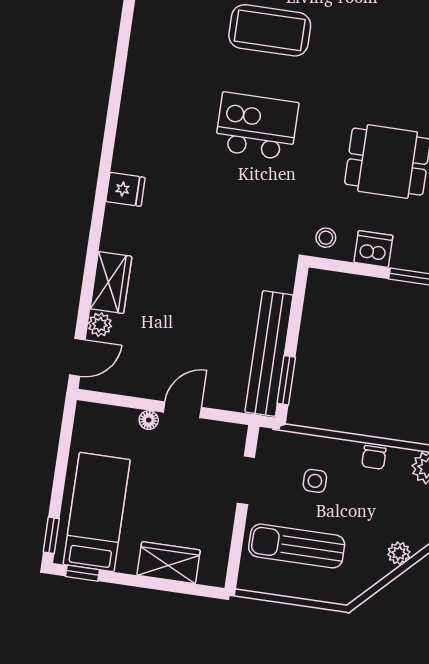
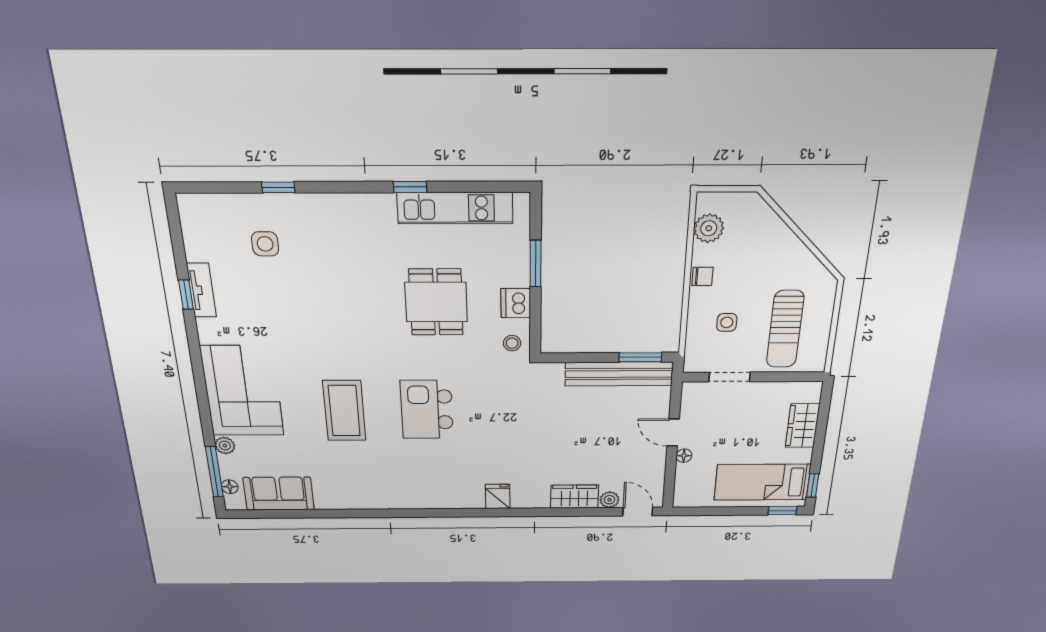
plant: (399, 553) -> (789, 243), removed

